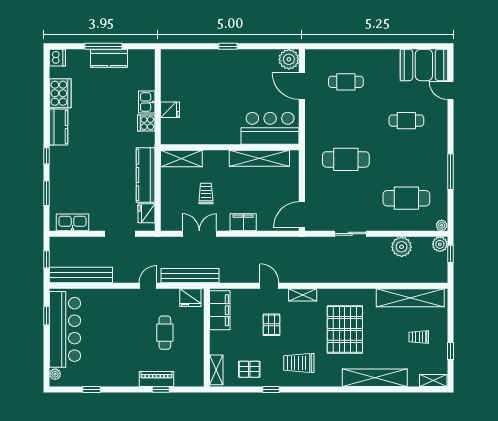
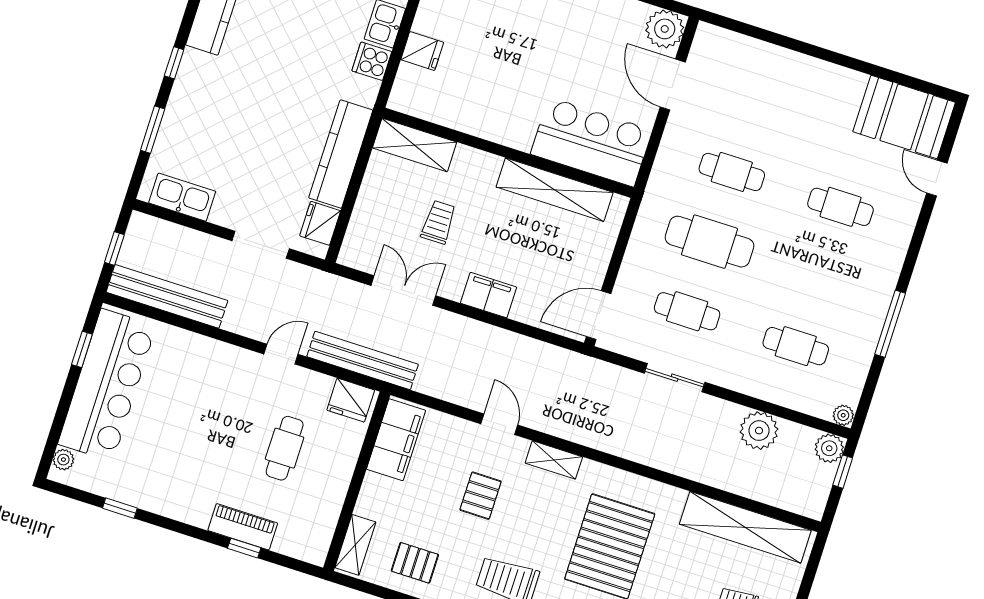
cafe table: (346, 82) -> (732, 172), moved
cafe table: (346, 198) -> (687, 311), added
cafe table: (406, 198) -> (796, 346), width x0.73, depth x0.74

